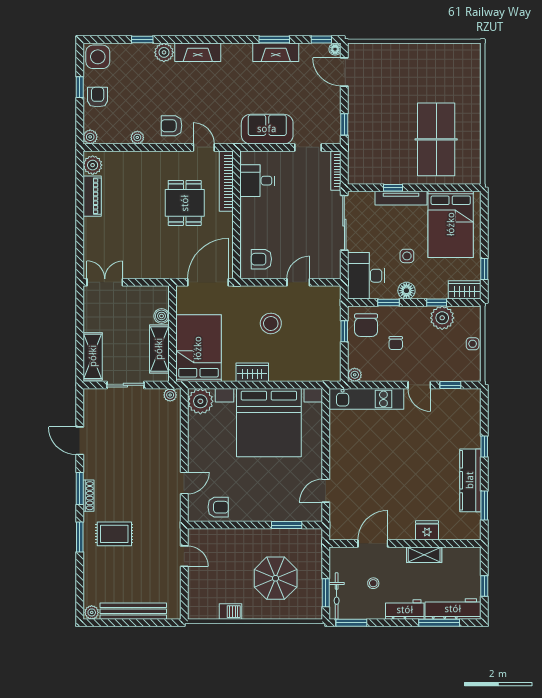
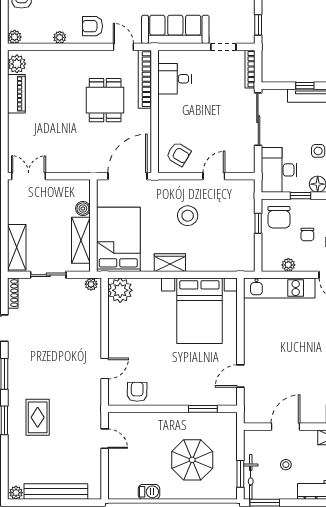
sofa: (267, 129) -> (175, 29), width x1.36
armchair: (261, 259) -> (179, 154), turned -149
plant: (355, 375) -> (288, 265), moved
bed with nightstands: (269, 423) -> (199, 311), width x0.73
shoe rack: (88, 496) -> (13, 293), moved
armchair: (218, 507) -> (137, 392), turned -89
rug: (114, 534) -> (38, 417), turned 90

